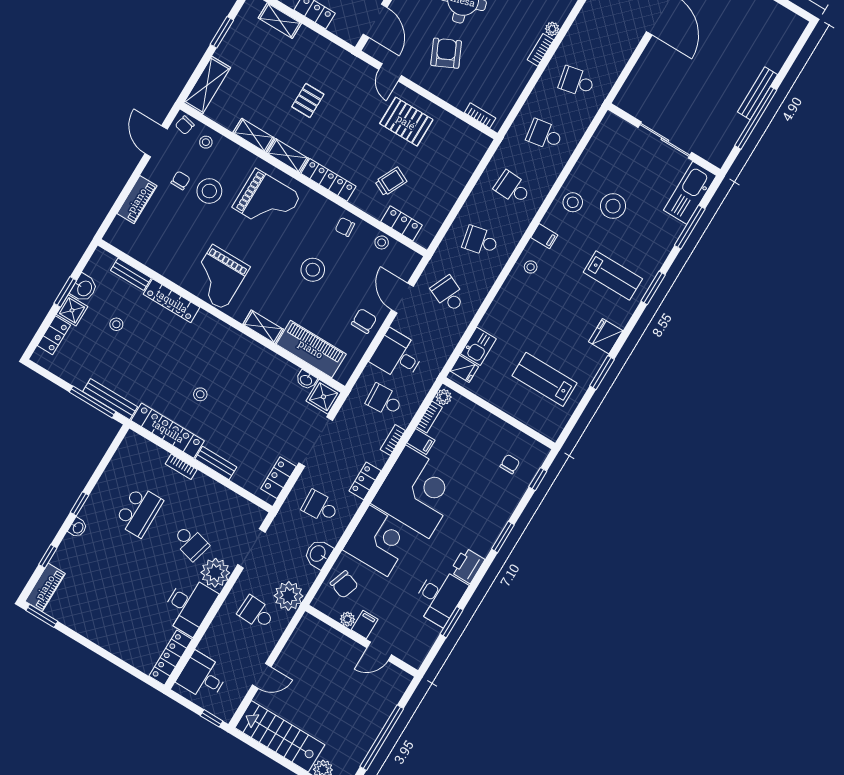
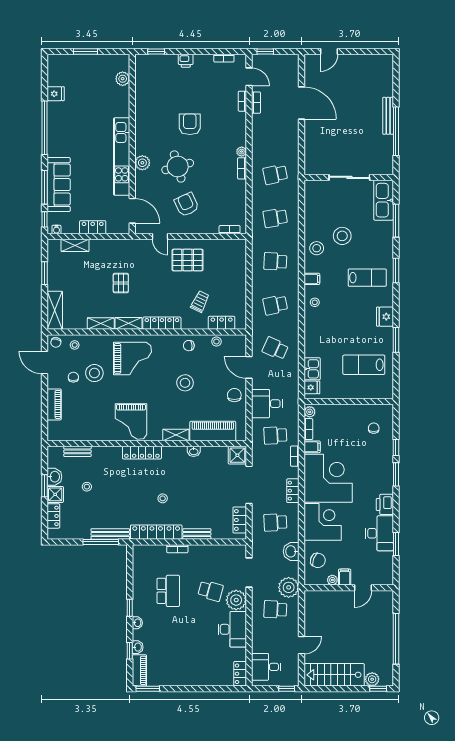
locker: (172, 301) -> (142, 453), moved
washbasin: (306, 380) -> (194, 451), moved
window: (538, 479) -> (396, 448), moved
washbasin: (60, 558) -> (138, 647), added
locker: (171, 658) -> (240, 674), width x0.66

